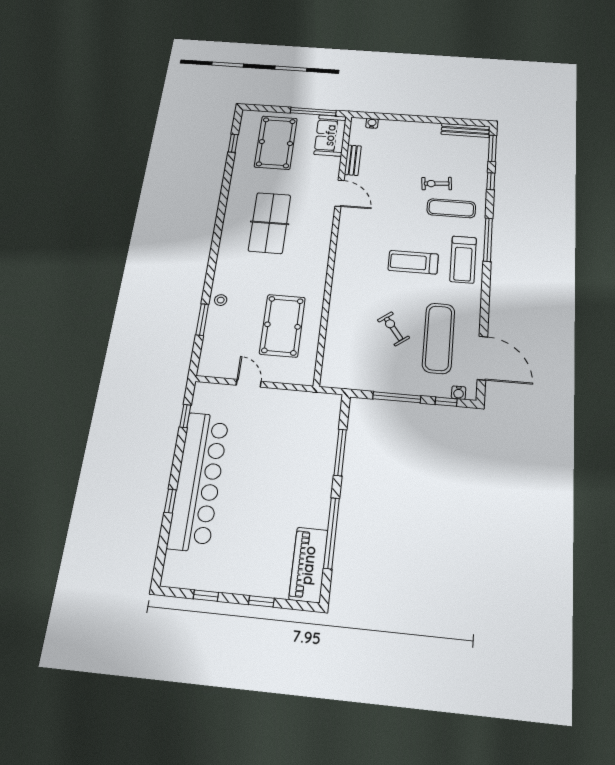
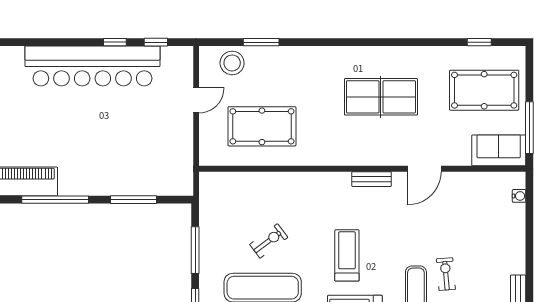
bench: (353, 160) -> (372, 179), moved
stool: (221, 300) -> (232, 63), moved, width x1.89, depth x1.89
window: (170, 501) -> (115, 42), moved

